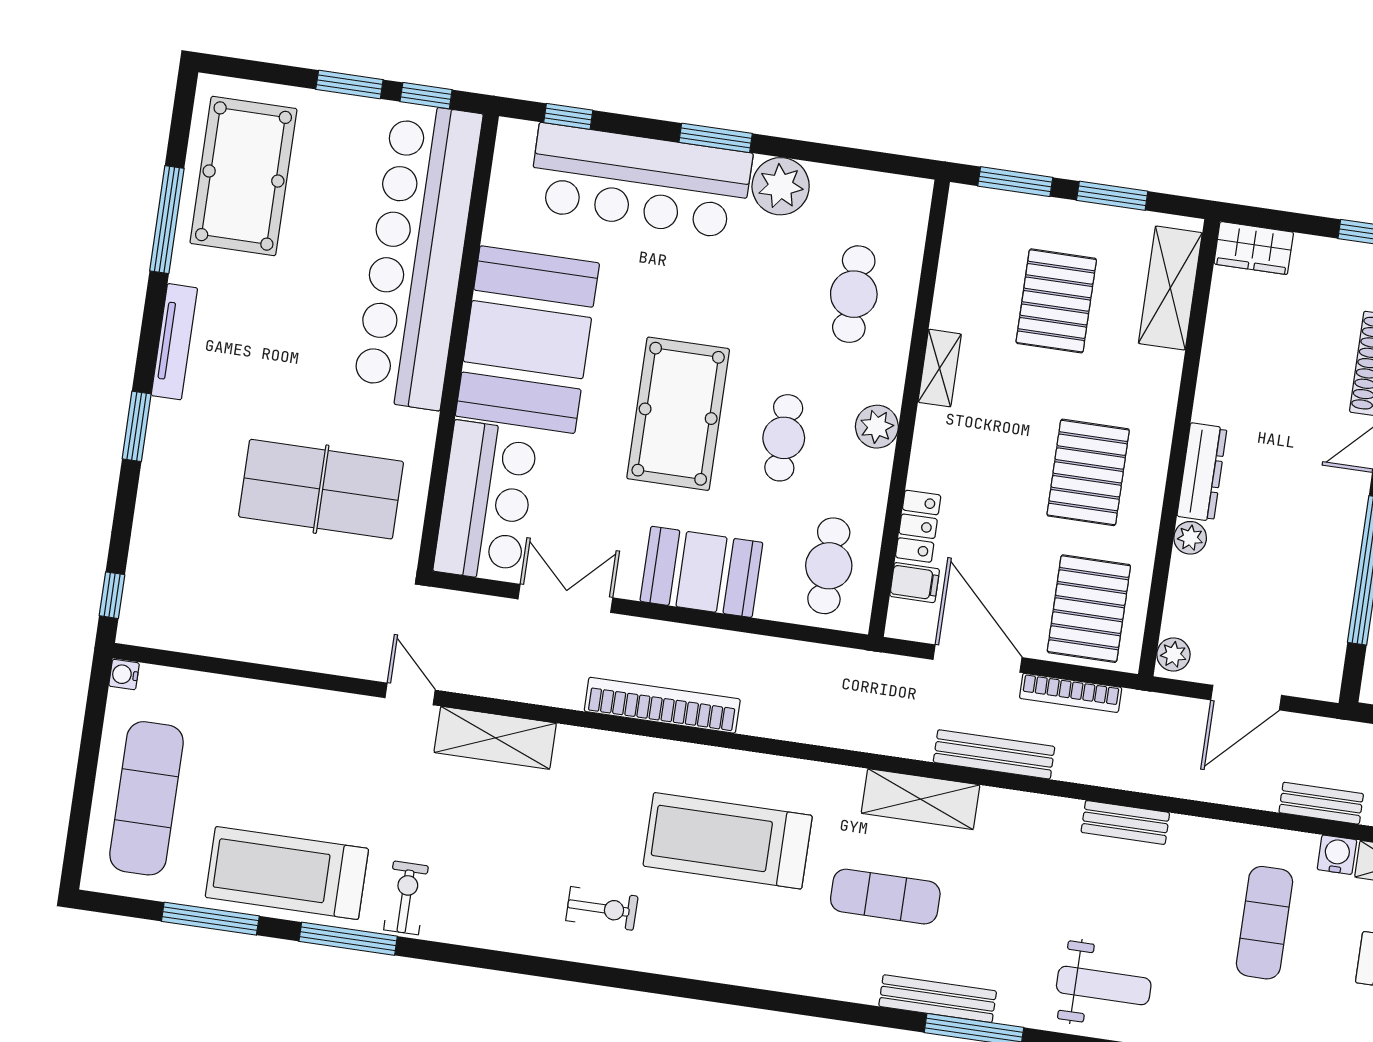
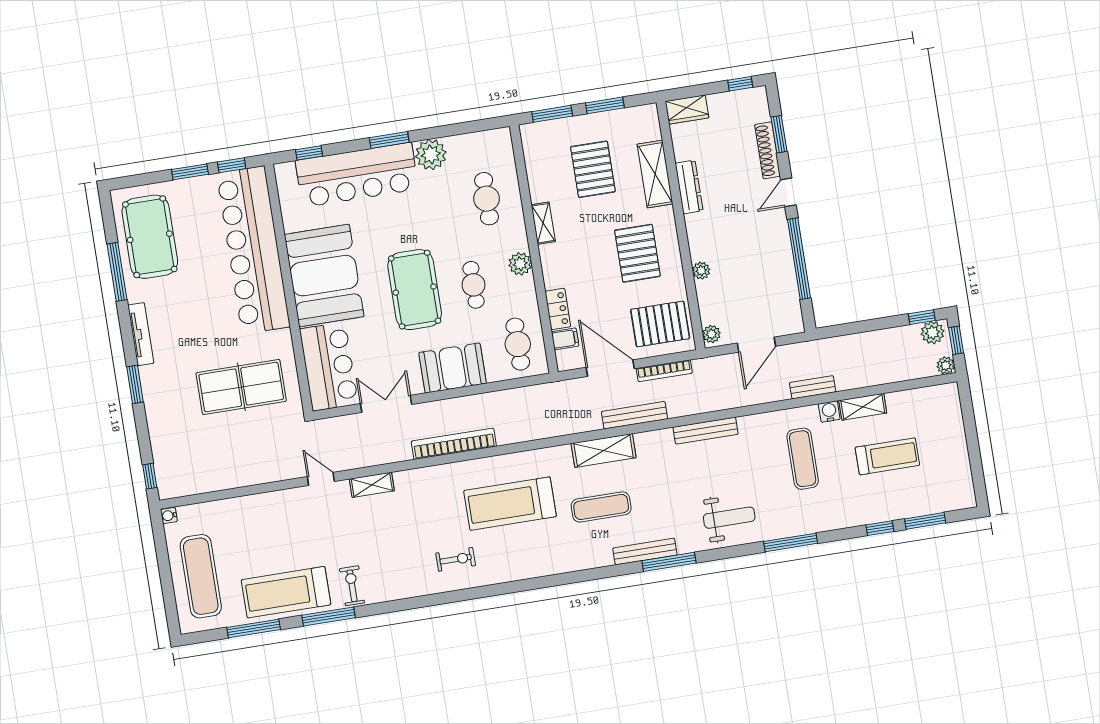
shelving: (1170, 288) -> (655, 174), moved
dresser: (1202, 472) -> (689, 187), moved
pallet: (1089, 609) -> (660, 324), turned 90
shelving: (495, 738) -> (372, 485), width x0.67, depth x0.75
bench: (1125, 822) -> (706, 431), width x1.36

